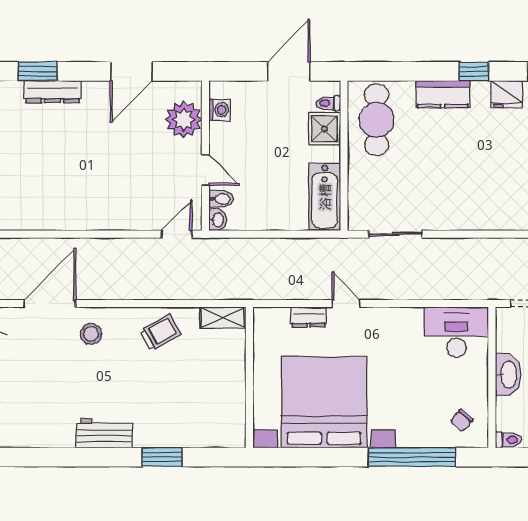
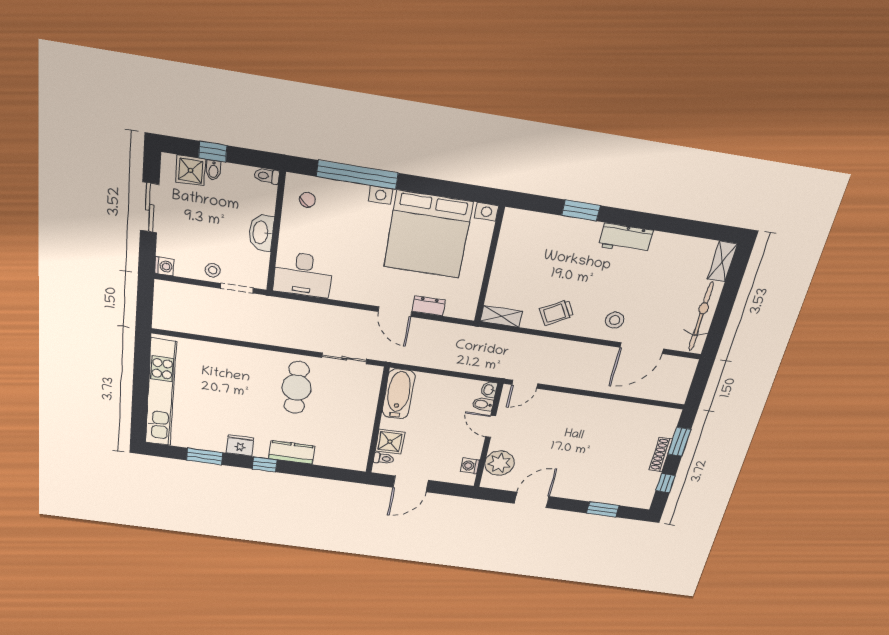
dresser: (53, 92) -> (595, 495), removed
cafe table: (377, 120) -> (297, 388), moved
door: (346, 304) -> (395, 312), width x1.37

